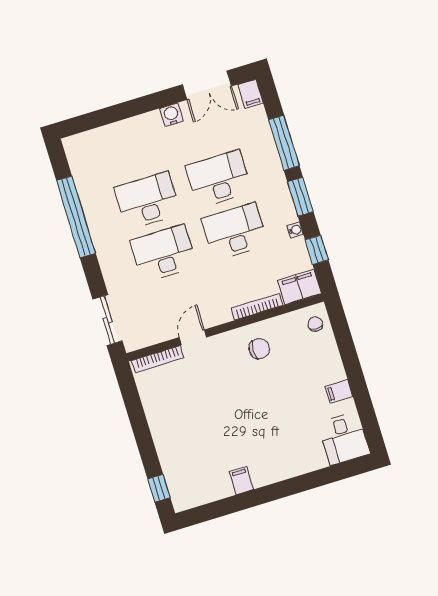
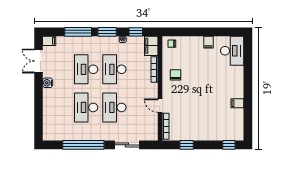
double door: (207, 85) -> (38, 61), swing flipped
sliding door: (107, 320) -> (127, 145), moved
window: (135, 410) -> (187, 145), added
desk: (344, 438) -> (232, 51), width x1.37

